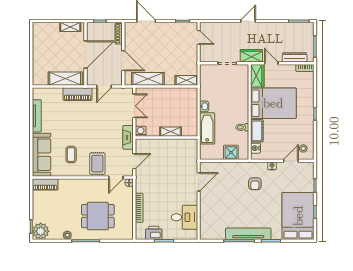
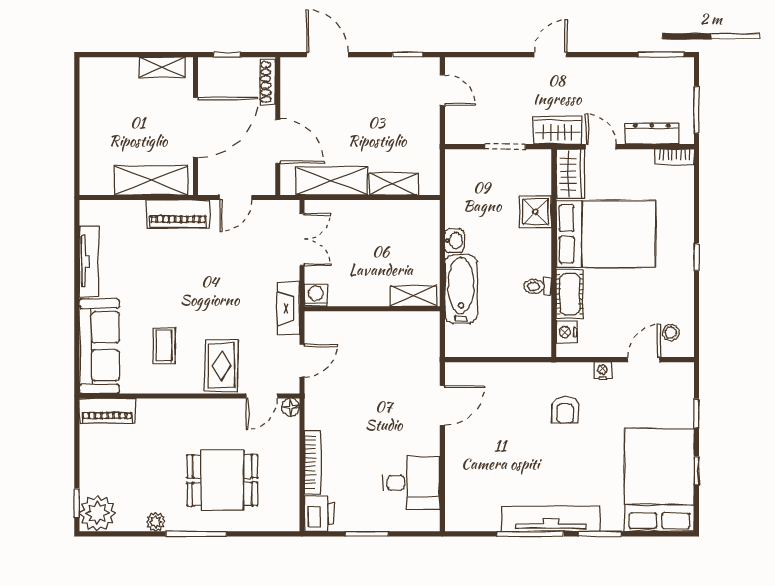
shelving: (186, 80) -> (394, 184), moved
shelving: (171, 132) -> (414, 296), moved
shower: (231, 152) -> (535, 212), moved
printer: (154, 233) -> (319, 514), moved, turned 90

